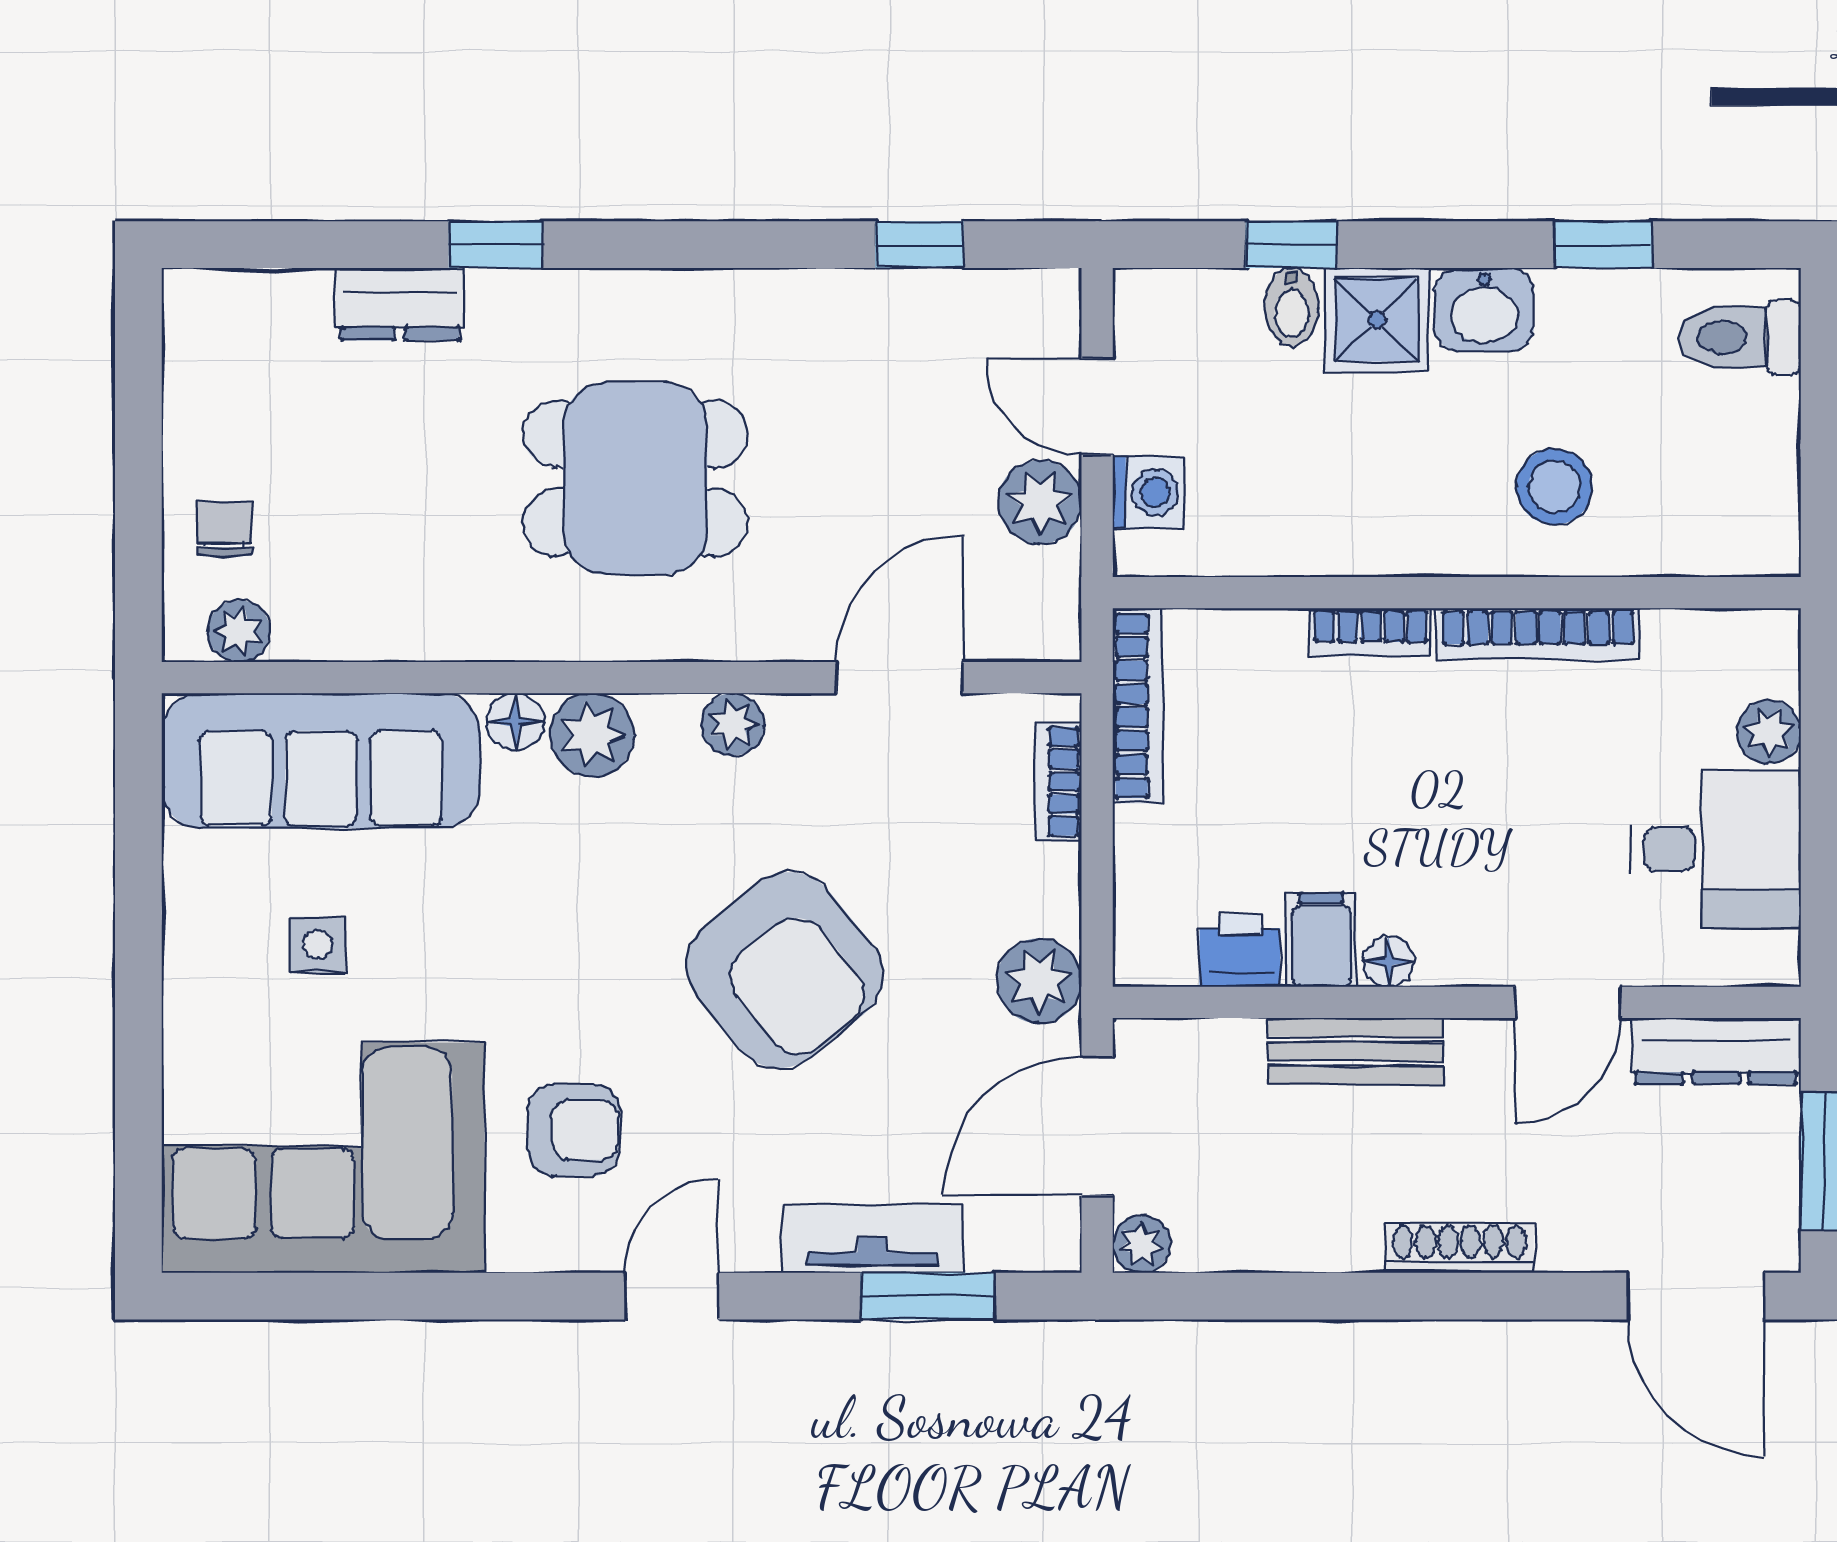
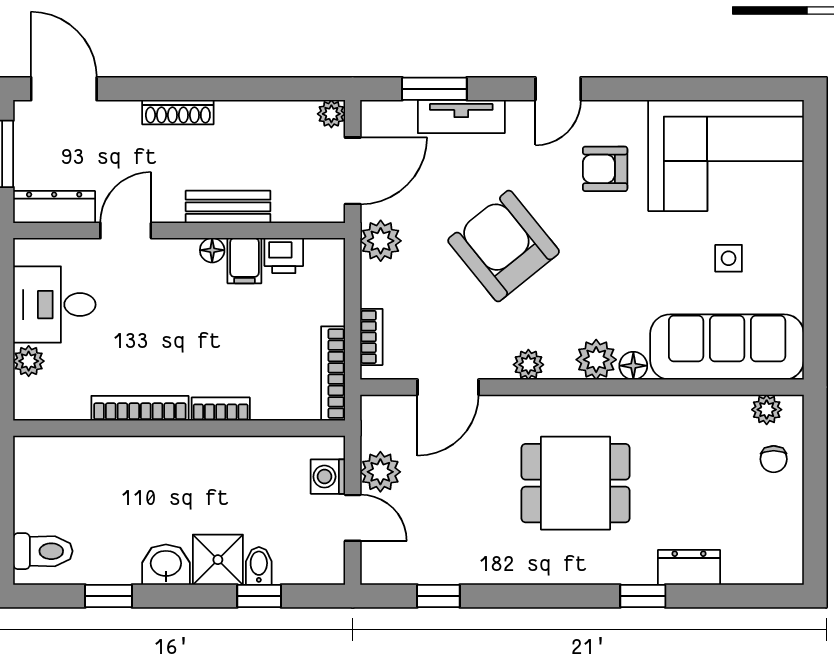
stool: (1554, 487) -> (132, 479), removed

